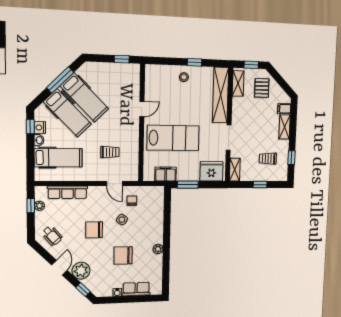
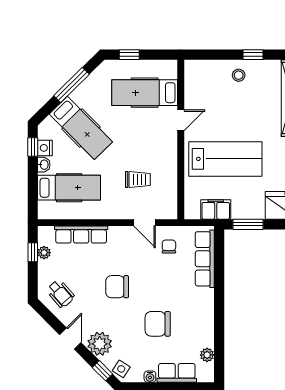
window: (122, 59) -> (129, 55), moved
hospital bed: (84, 97) -> (145, 93), moved, turned 135
row of seats: (157, 209) -> (205, 259), added
side table: (122, 220) -> (121, 369), moved
plant: (158, 249) -> (207, 355), moved

